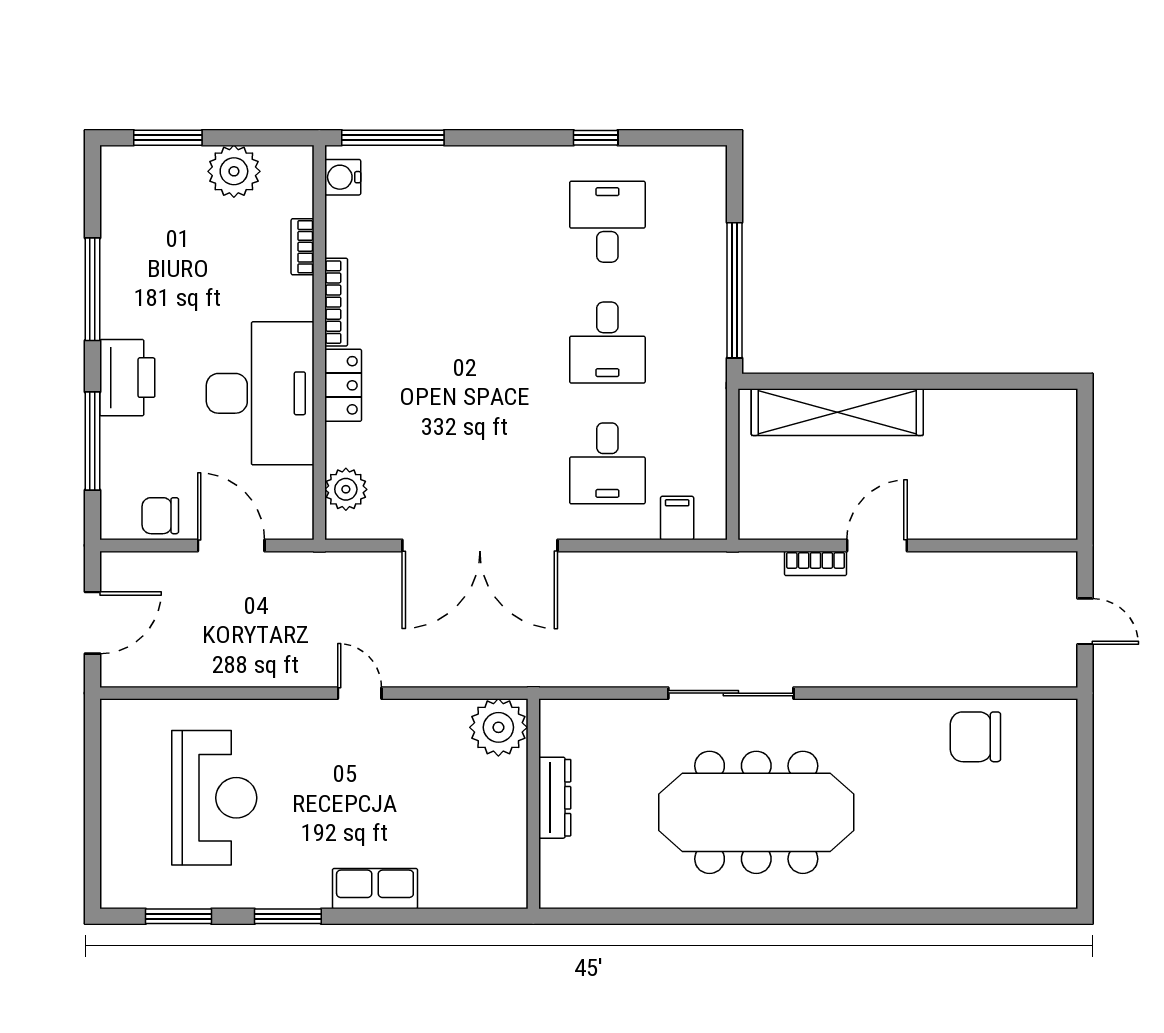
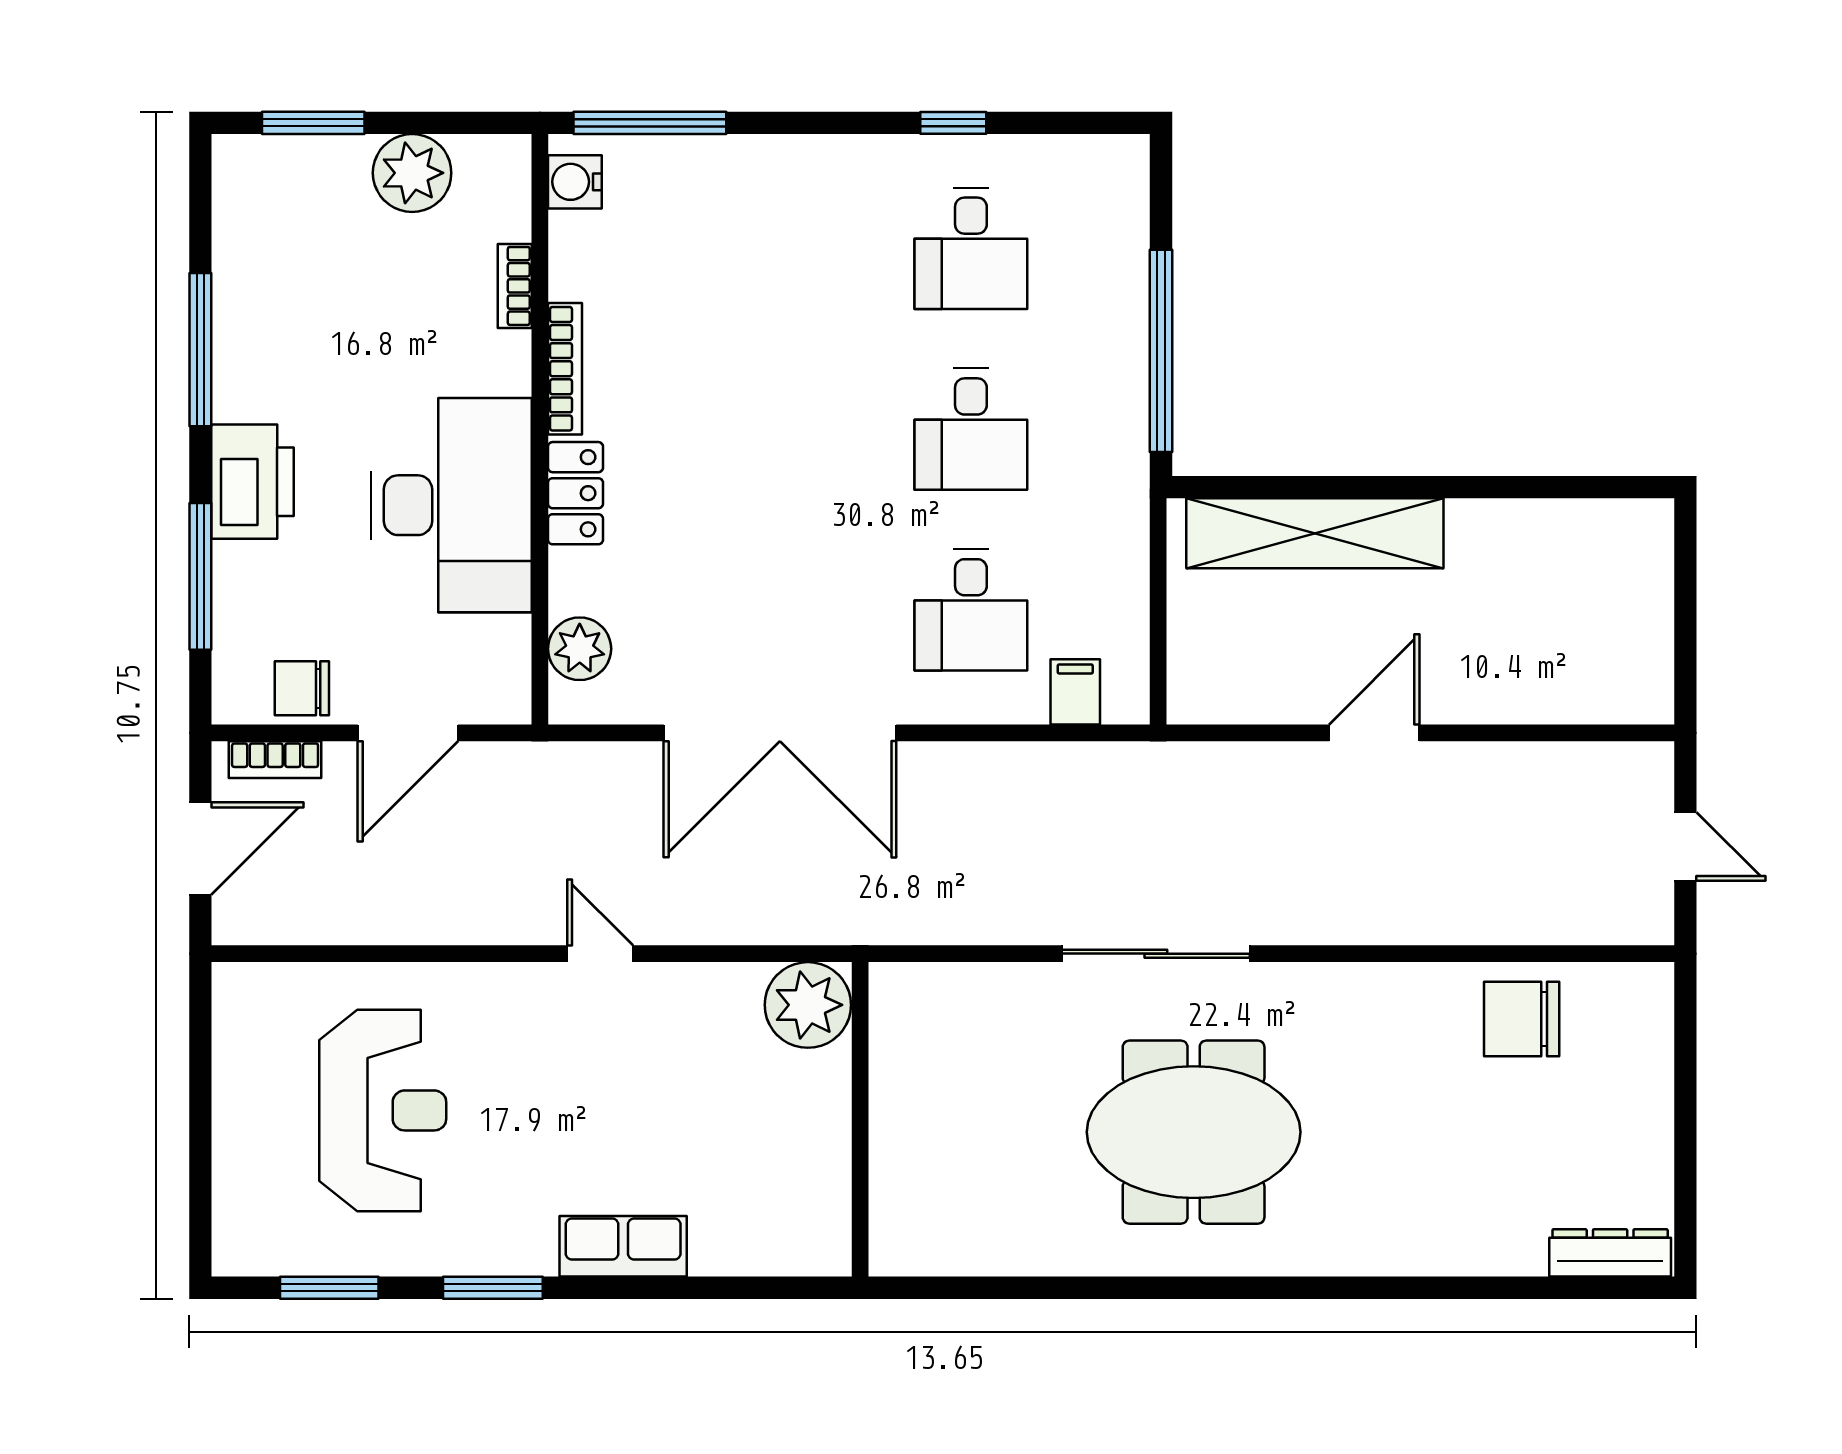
desk: (607, 222) -> (971, 248), turned 180
door: (231, 545) -> (408, 733), swing flipped
bookcase: (816, 563) -> (275, 760), moved
dresser: (555, 798) -> (1610, 1253), moved, turned -90
meeting table: (756, 812) -> (1194, 1132), width x0.73

